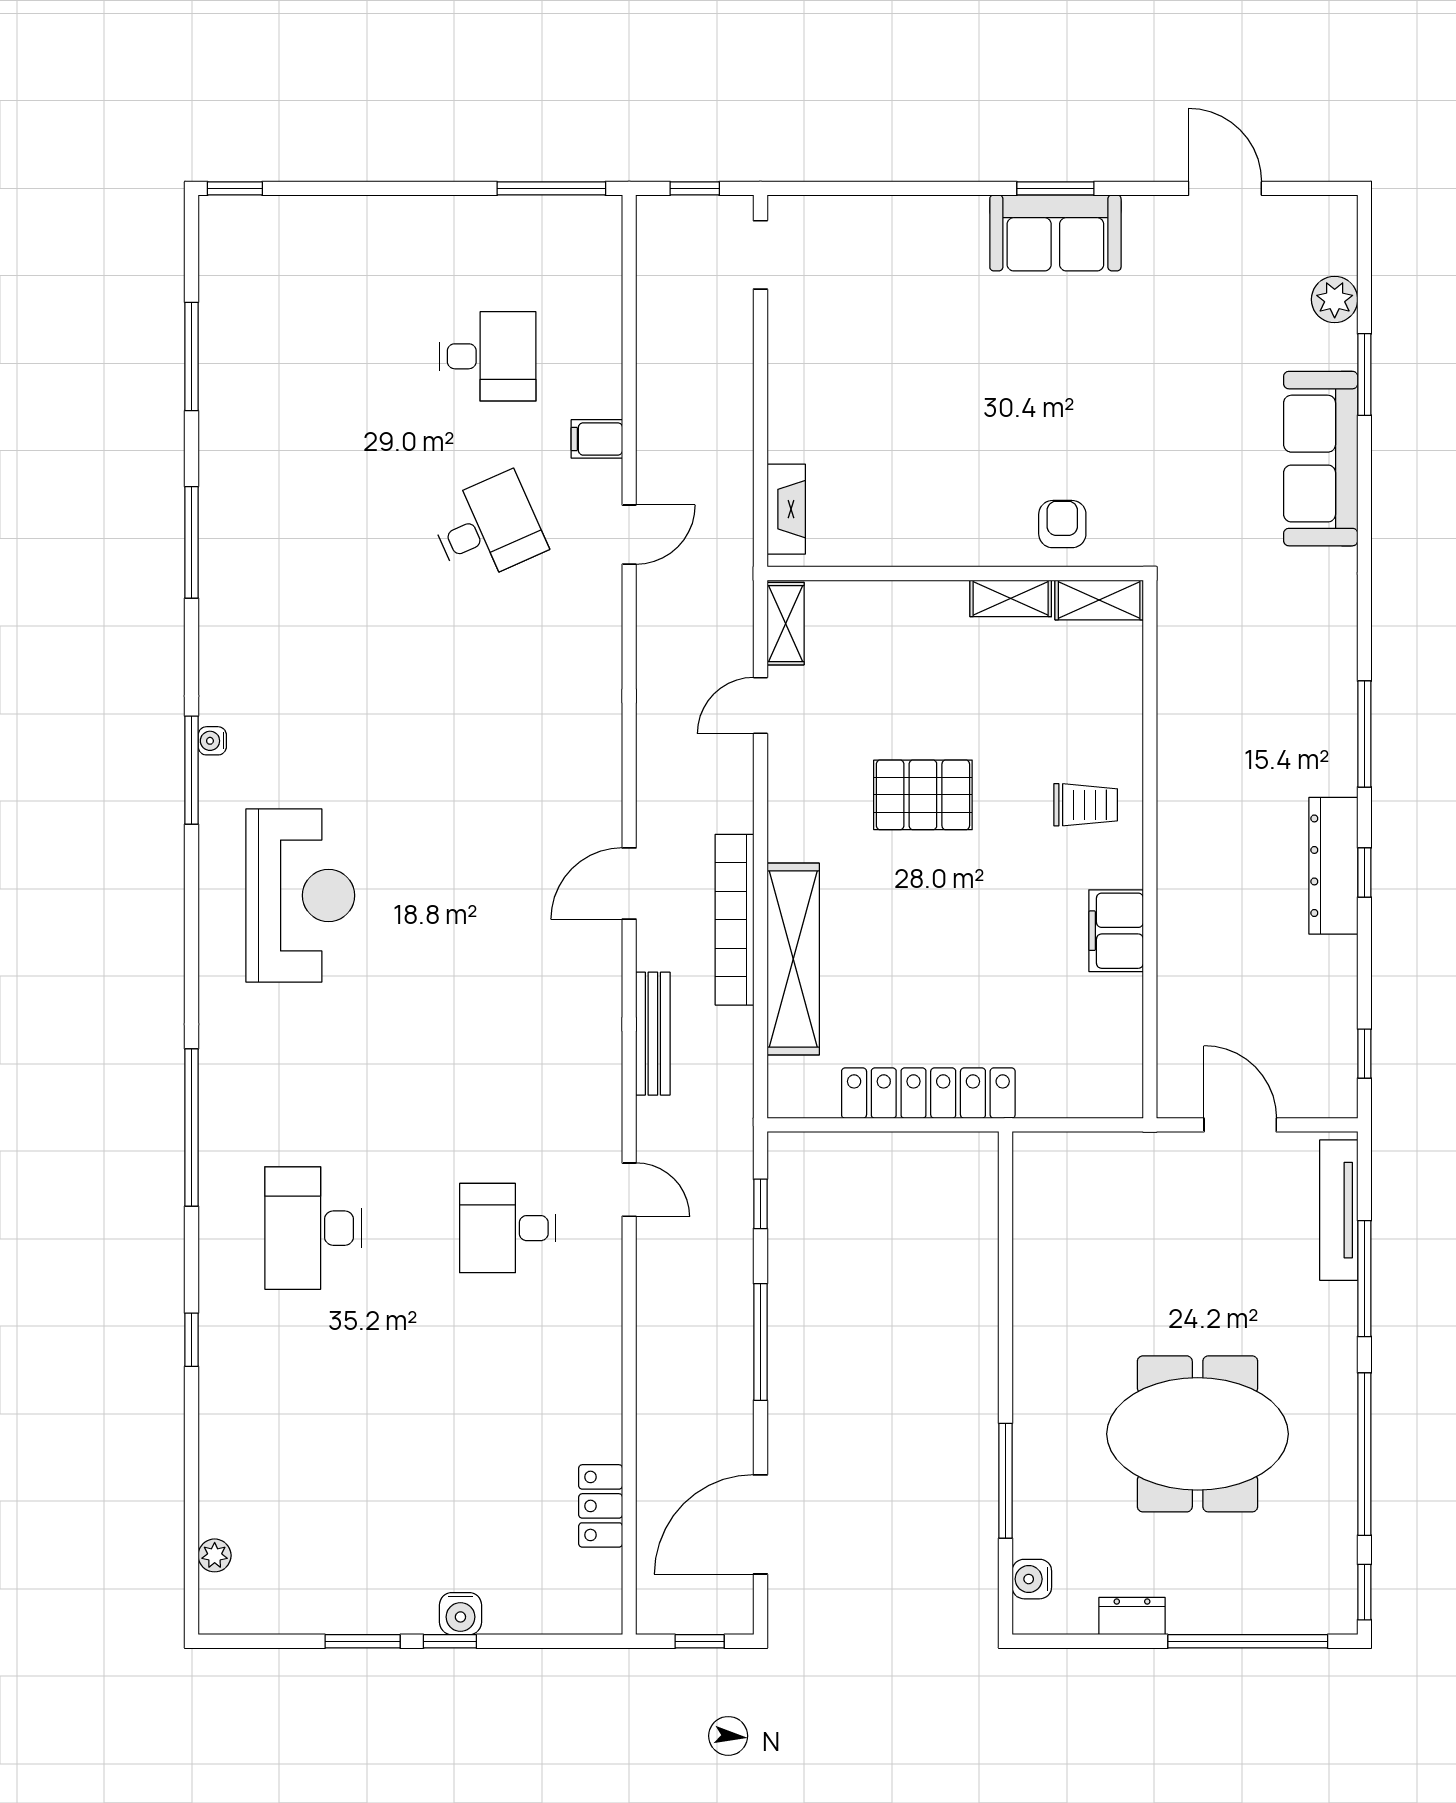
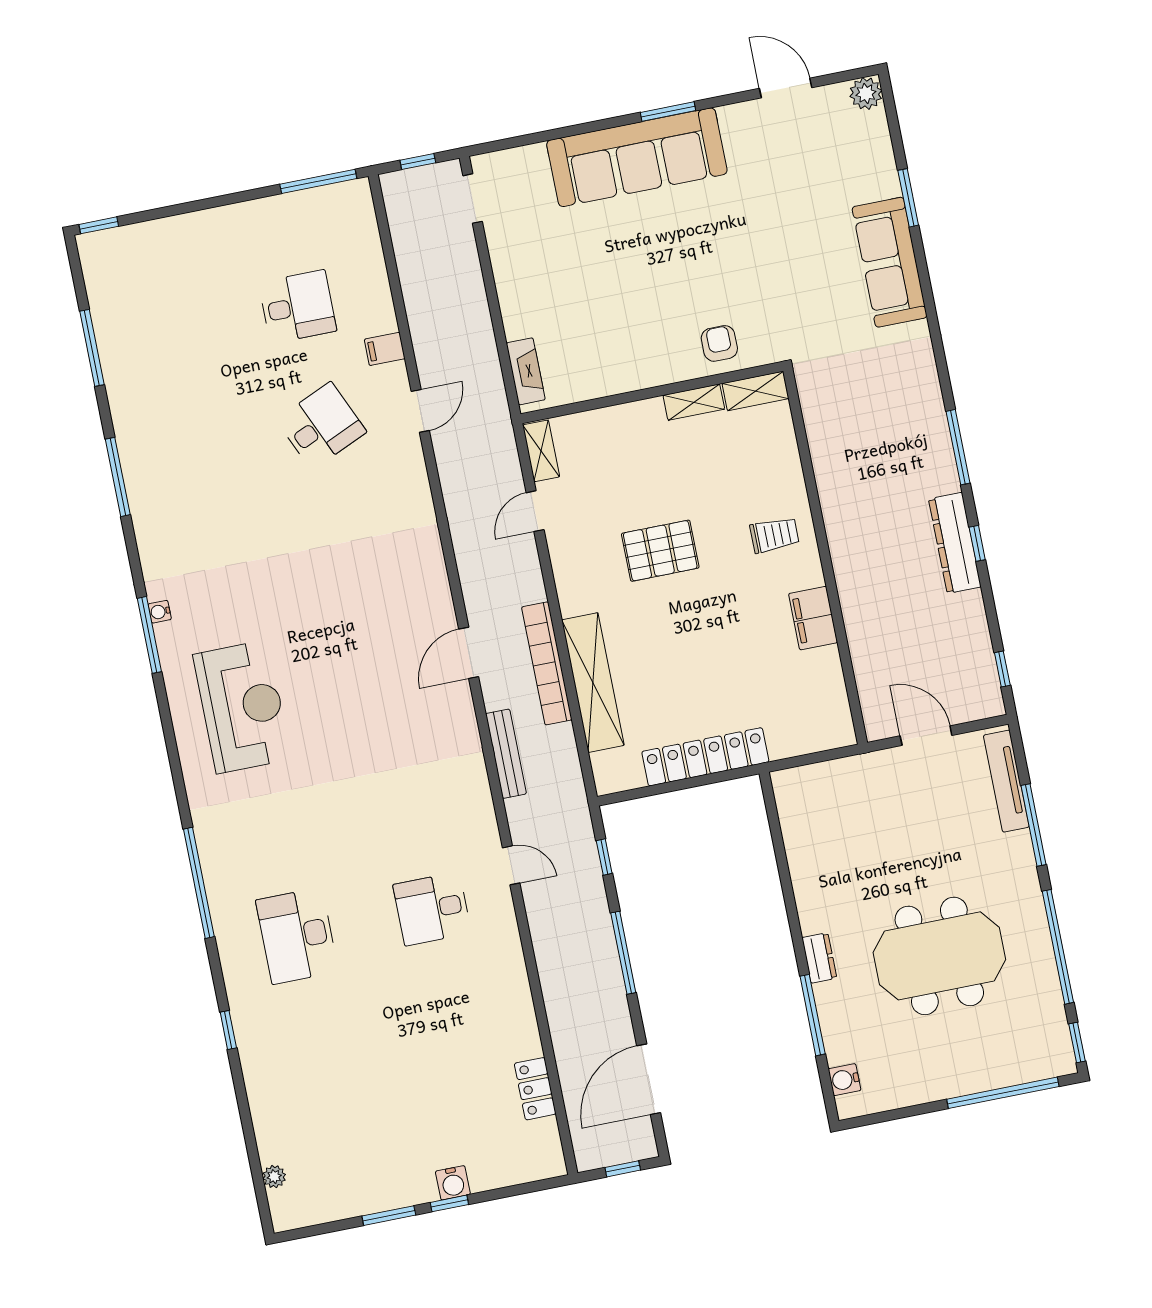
sofa: (1055, 233) -> (637, 157), width x1.85, depth x1.27
plant: (1335, 299) -> (866, 93), moved
dresser: (1132, 1616) -> (819, 958), moved, turned 90

